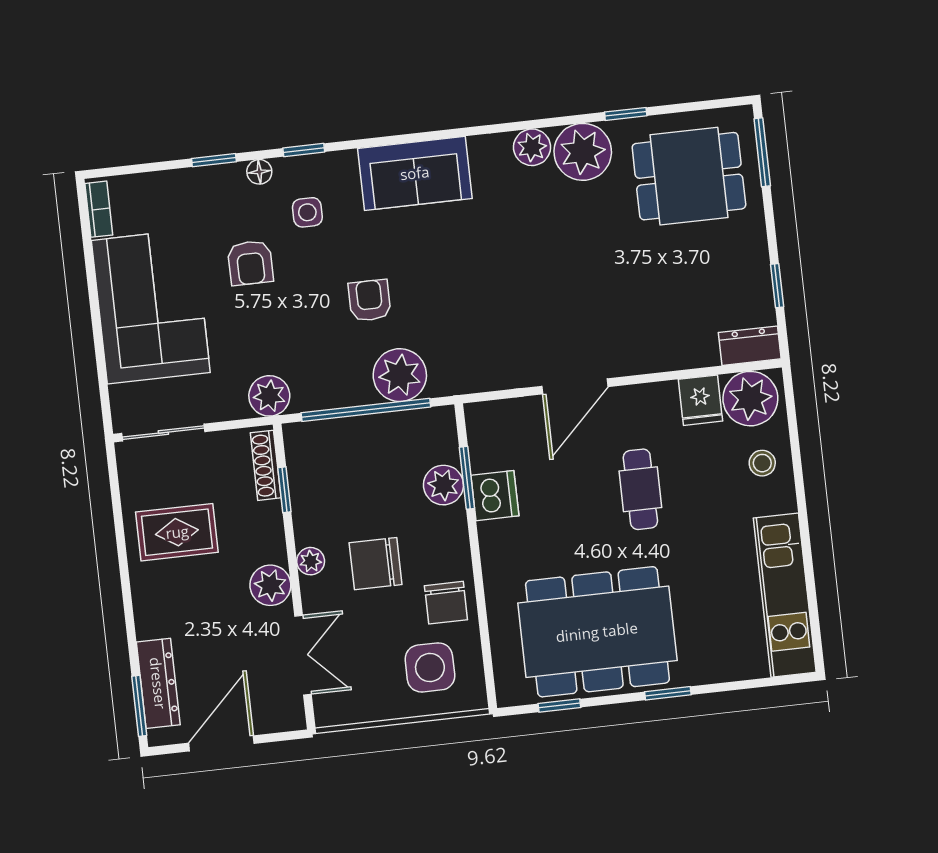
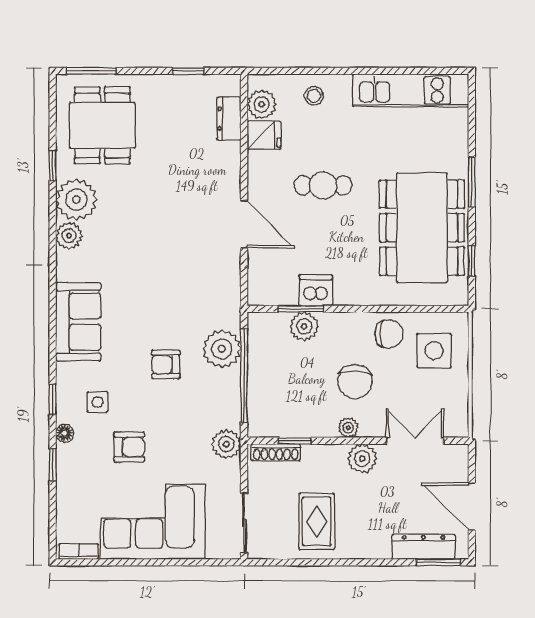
dresser: (750, 346) -> (229, 119), moved
plant: (750, 399) -> (262, 104), width x0.73, depth x0.73
window: (668, 693) -> (472, 182), width x1.50

